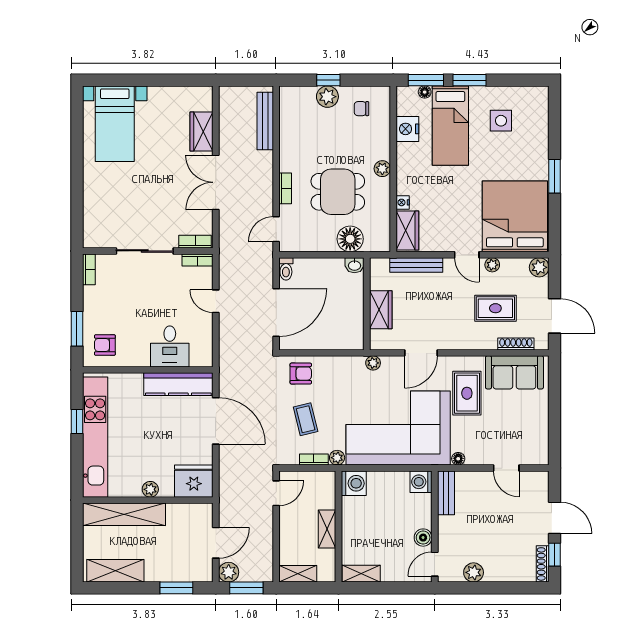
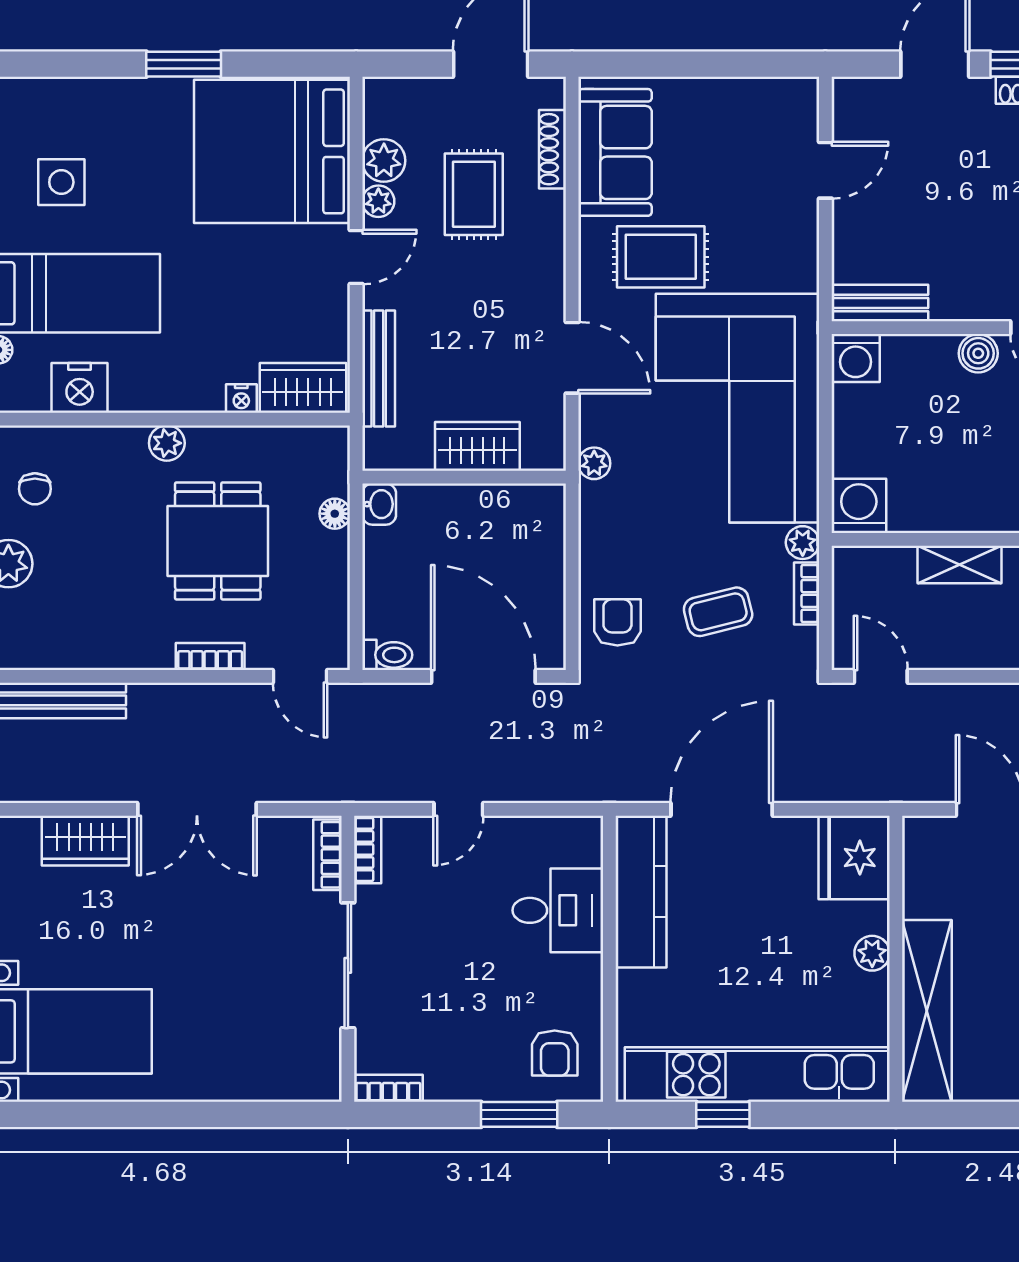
floor lamp: (350, 239) -> (335, 514), width x0.53, depth x0.53
plant: (539, 267) -> (384, 161), moved
floor lamp: (458, 459) -> (805, 276), removed

